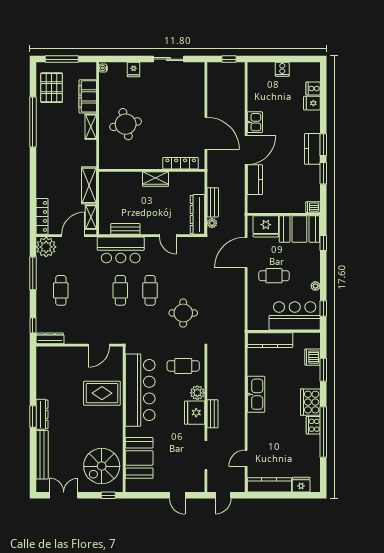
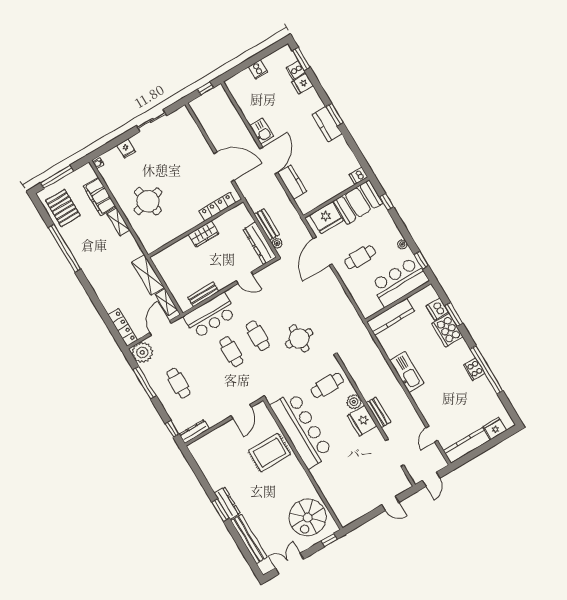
window: (323, 173) -> (301, 59), moved
cooker: (310, 402) -> (447, 330), moved
booth: (139, 458) -> (337, 491), removed

